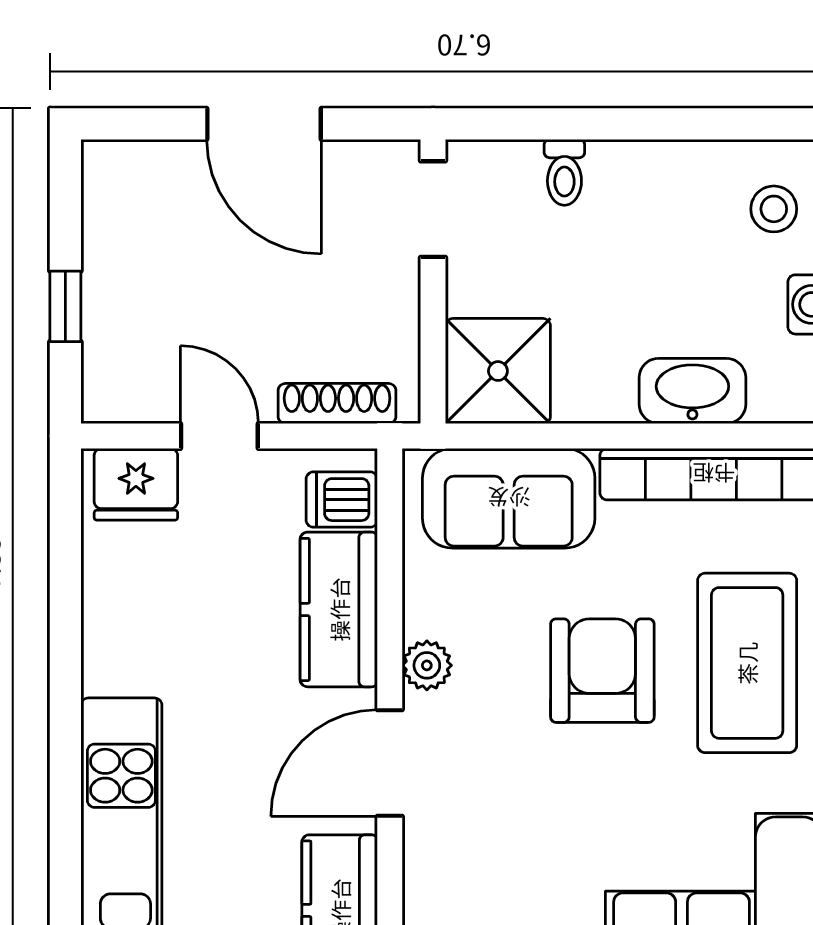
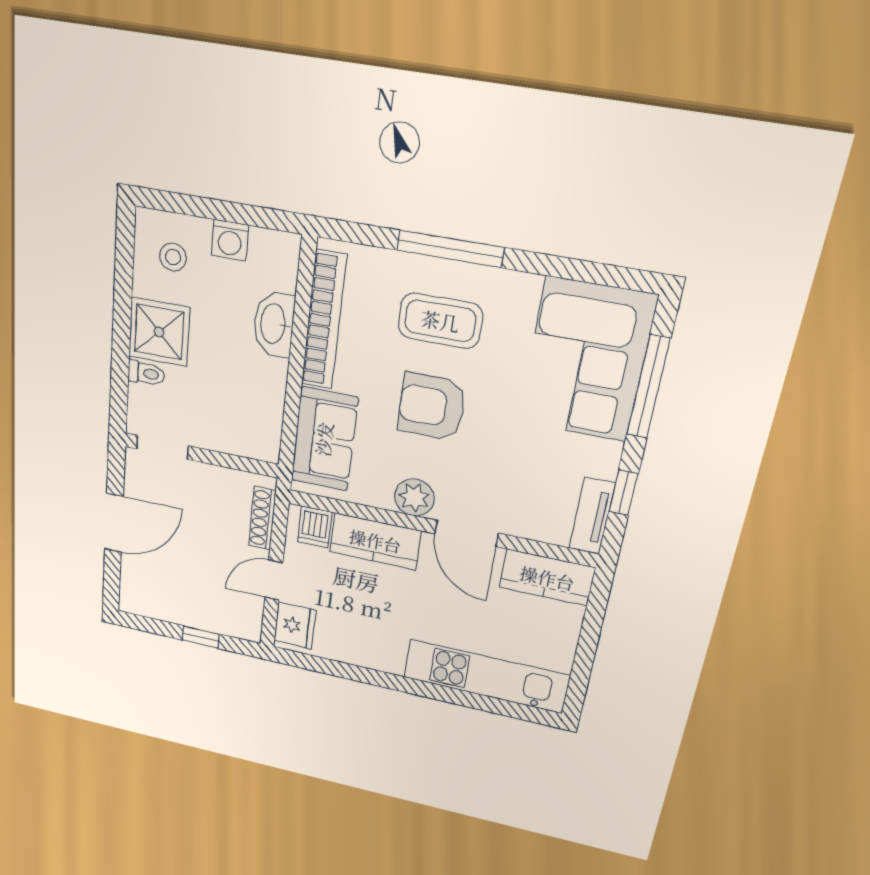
shower: (498, 371) -> (159, 332), moved
coffee table: (747, 663) -> (440, 321), width x0.73, depth x0.76
plant: (427, 665) -> (414, 497), width x1.38, depth x1.38

